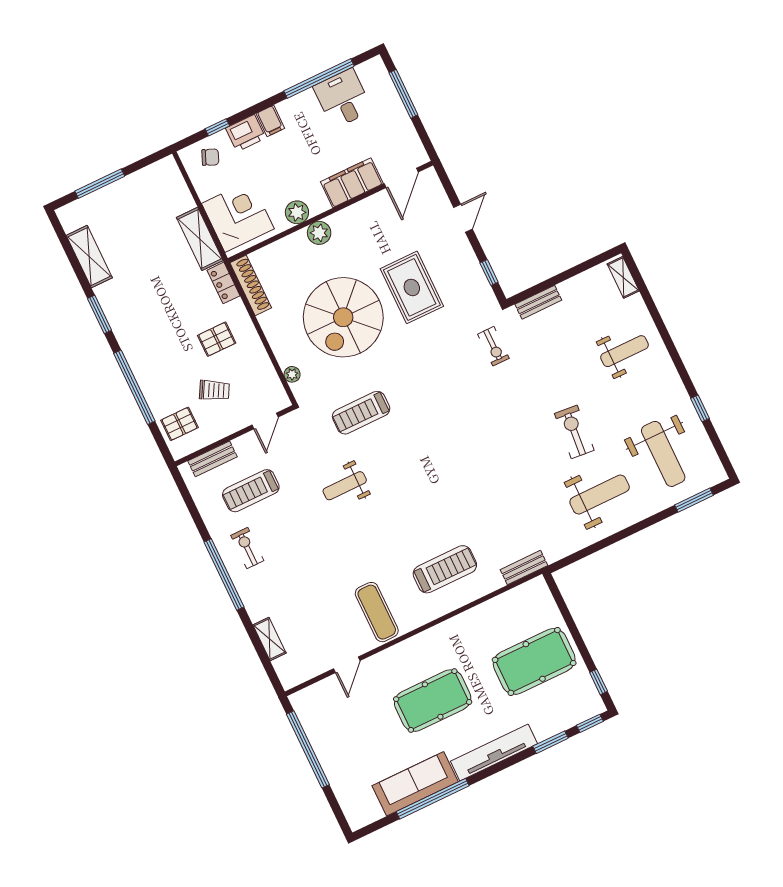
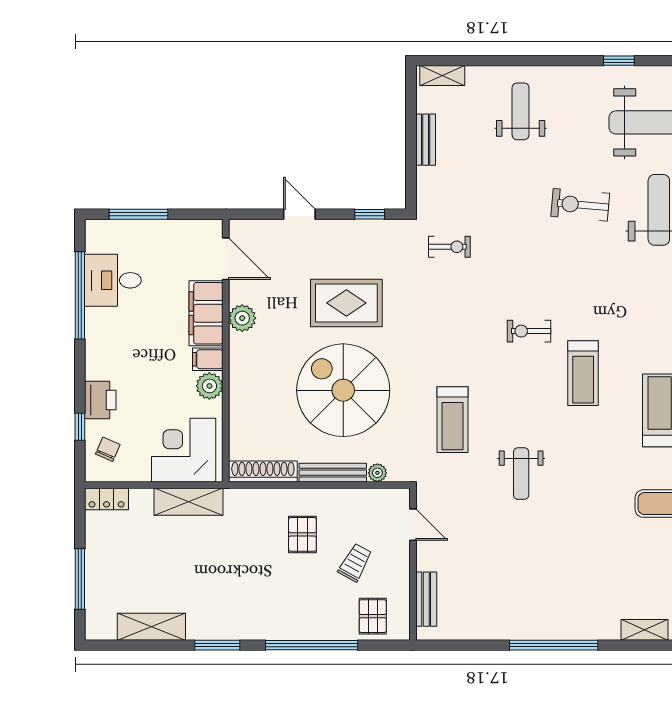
filing cabinet: (270, 121) -> (208, 359), moved, turned 180
plant: (319, 233) -> (242, 318), moved
locker: (224, 283) -> (107, 499), moved
bench: (538, 302) -> (426, 140), moved
spiral stairs: (343, 317) -> (343, 390), turned 180
bench: (276, 340) -> (333, 473), added
treadmill: (251, 491) -> (583, 373), moved
exercise bike: (247, 548) -> (529, 331), moved

